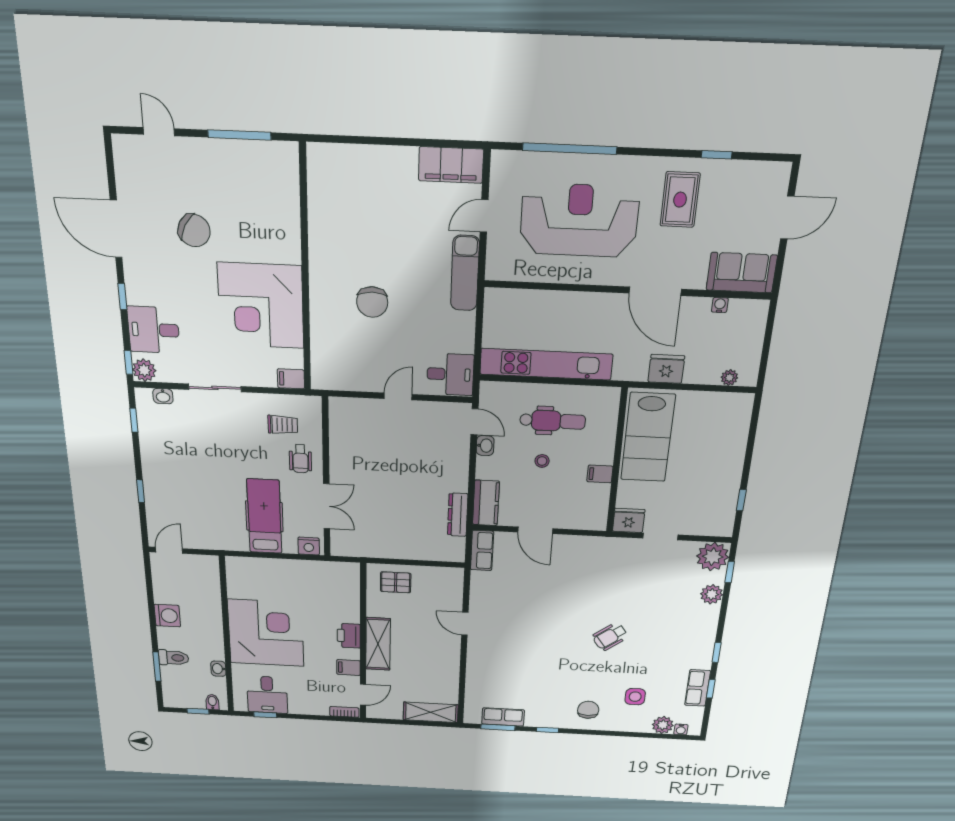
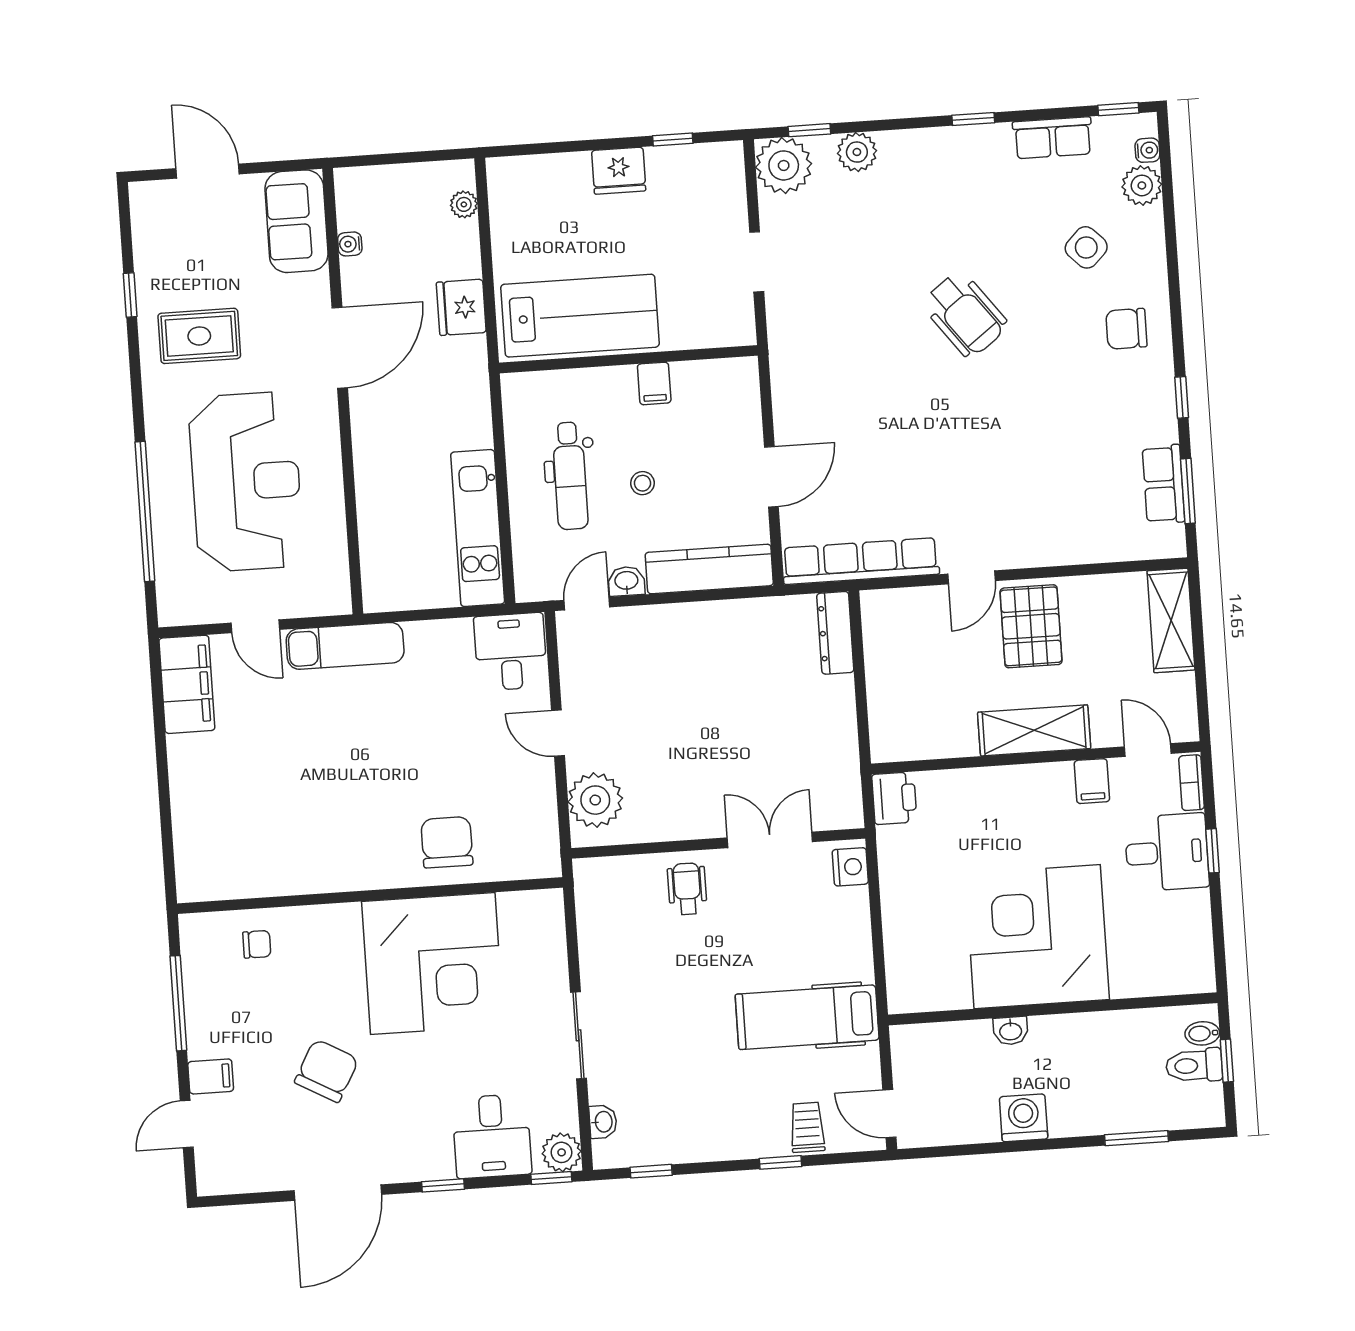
chair: (277, 193) -> (257, 944), added
reception desk: (579, 220) -> (246, 482), turned 180
chair: (372, 302) -> (447, 842), moved, turned -90
kitchen unit: (546, 364) -> (478, 528), width x0.73
filing cabinet: (291, 379) -> (211, 1076), moved, turned -90
plant: (356, 413) -> (595, 800), added
dental chair: (553, 421) -> (570, 476), turned 180
trolley: (283, 425) -> (807, 1127), moved
wheelchair: (300, 459) -> (687, 889), turned -90
kitchen counter: (486, 503) -> (709, 569), width x1.50
dresser: (458, 515) -> (835, 633), moved, turned 90
hospital bed: (264, 516) -> (807, 1017), moved
fridge: (629, 520) -> (619, 171), moved, turned -90
row of seats: (482, 551) -> (861, 561), width x2.02
pallet: (396, 582) -> (1031, 626), moved, width x1.50, depth x1.42
printer: (349, 636) -> (894, 798), moved, turned -90
wheelchair: (610, 637) -> (965, 314), width x1.36, depth x1.37
toilet: (174, 658) -> (1194, 1065), moved, turned -90
washbasin: (218, 669) -> (1011, 1031), moved
window: (711, 689) -> (1118, 109), moved
desk: (267, 695) -> (1167, 852), moved
side table: (635, 697) -> (1086, 247), turned 45
window: (265, 715) -> (1213, 851), moved

